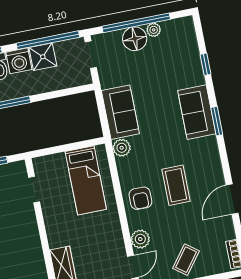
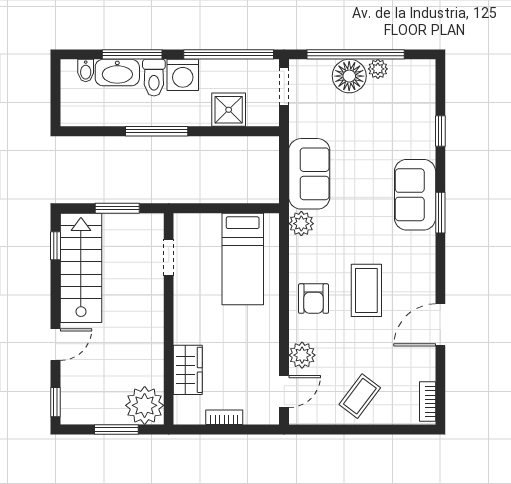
shower: (43, 57) -> (229, 110), moved

